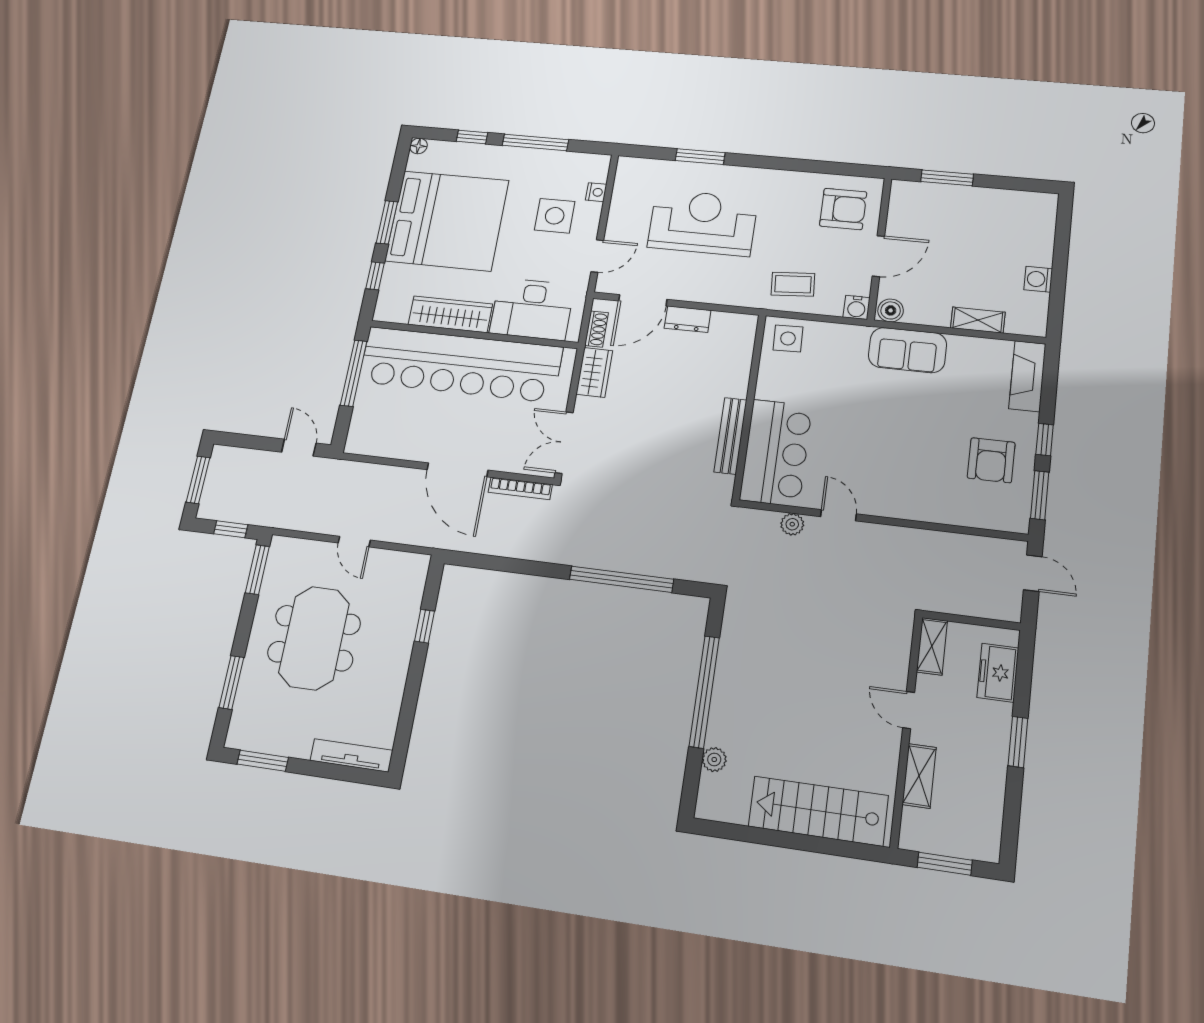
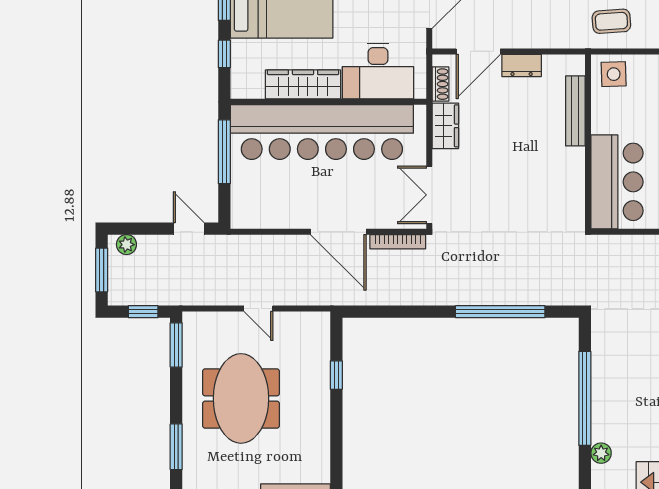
bench: (730, 436) -> (575, 111), moved
plant: (792, 524) -> (126, 245), moved

